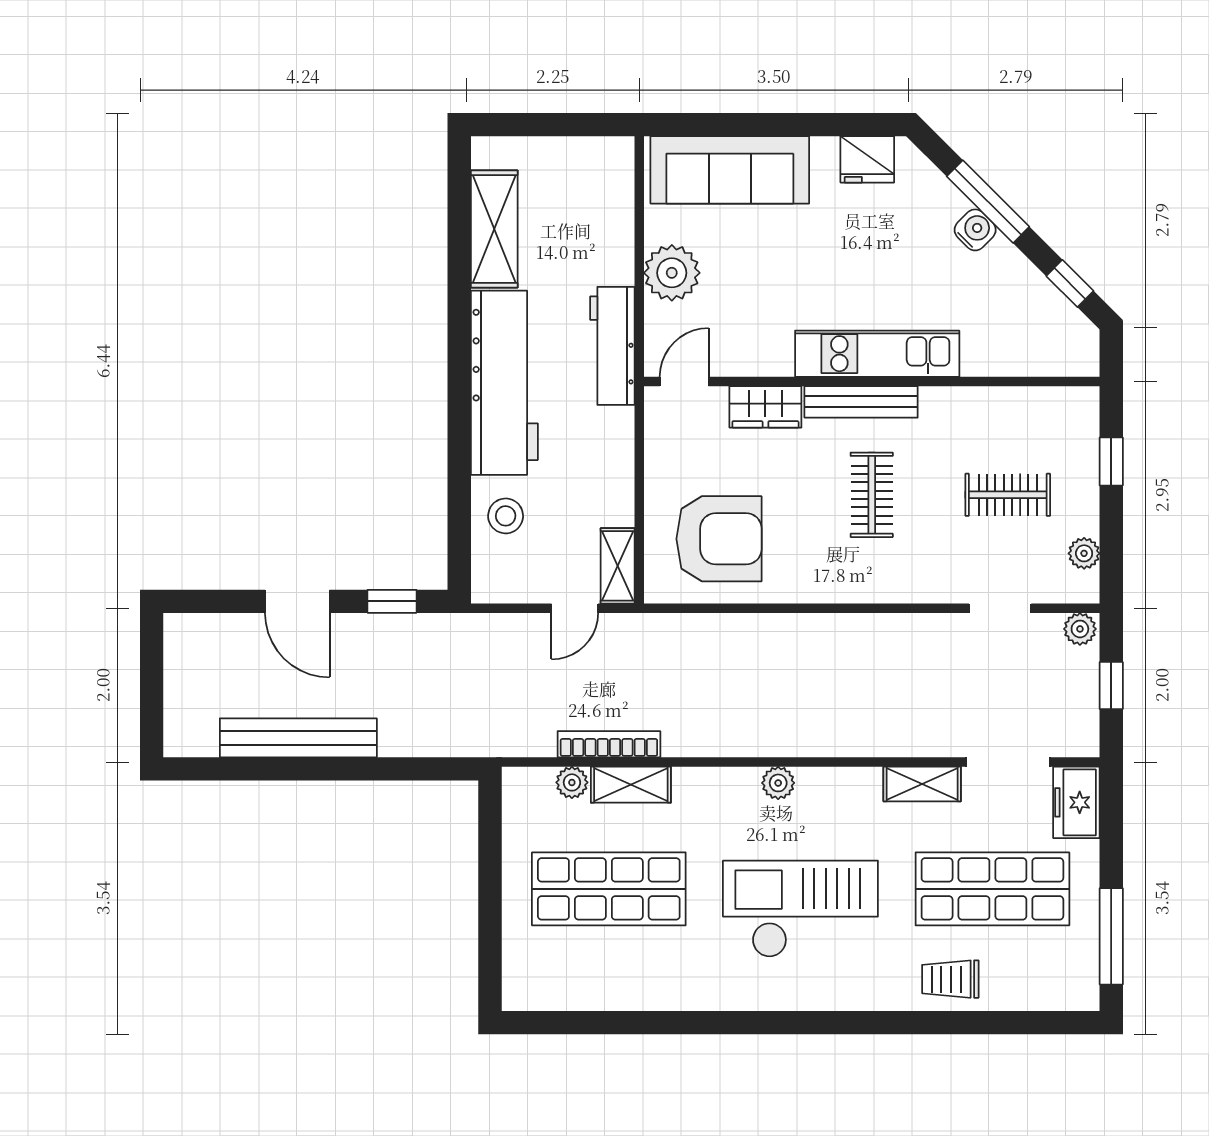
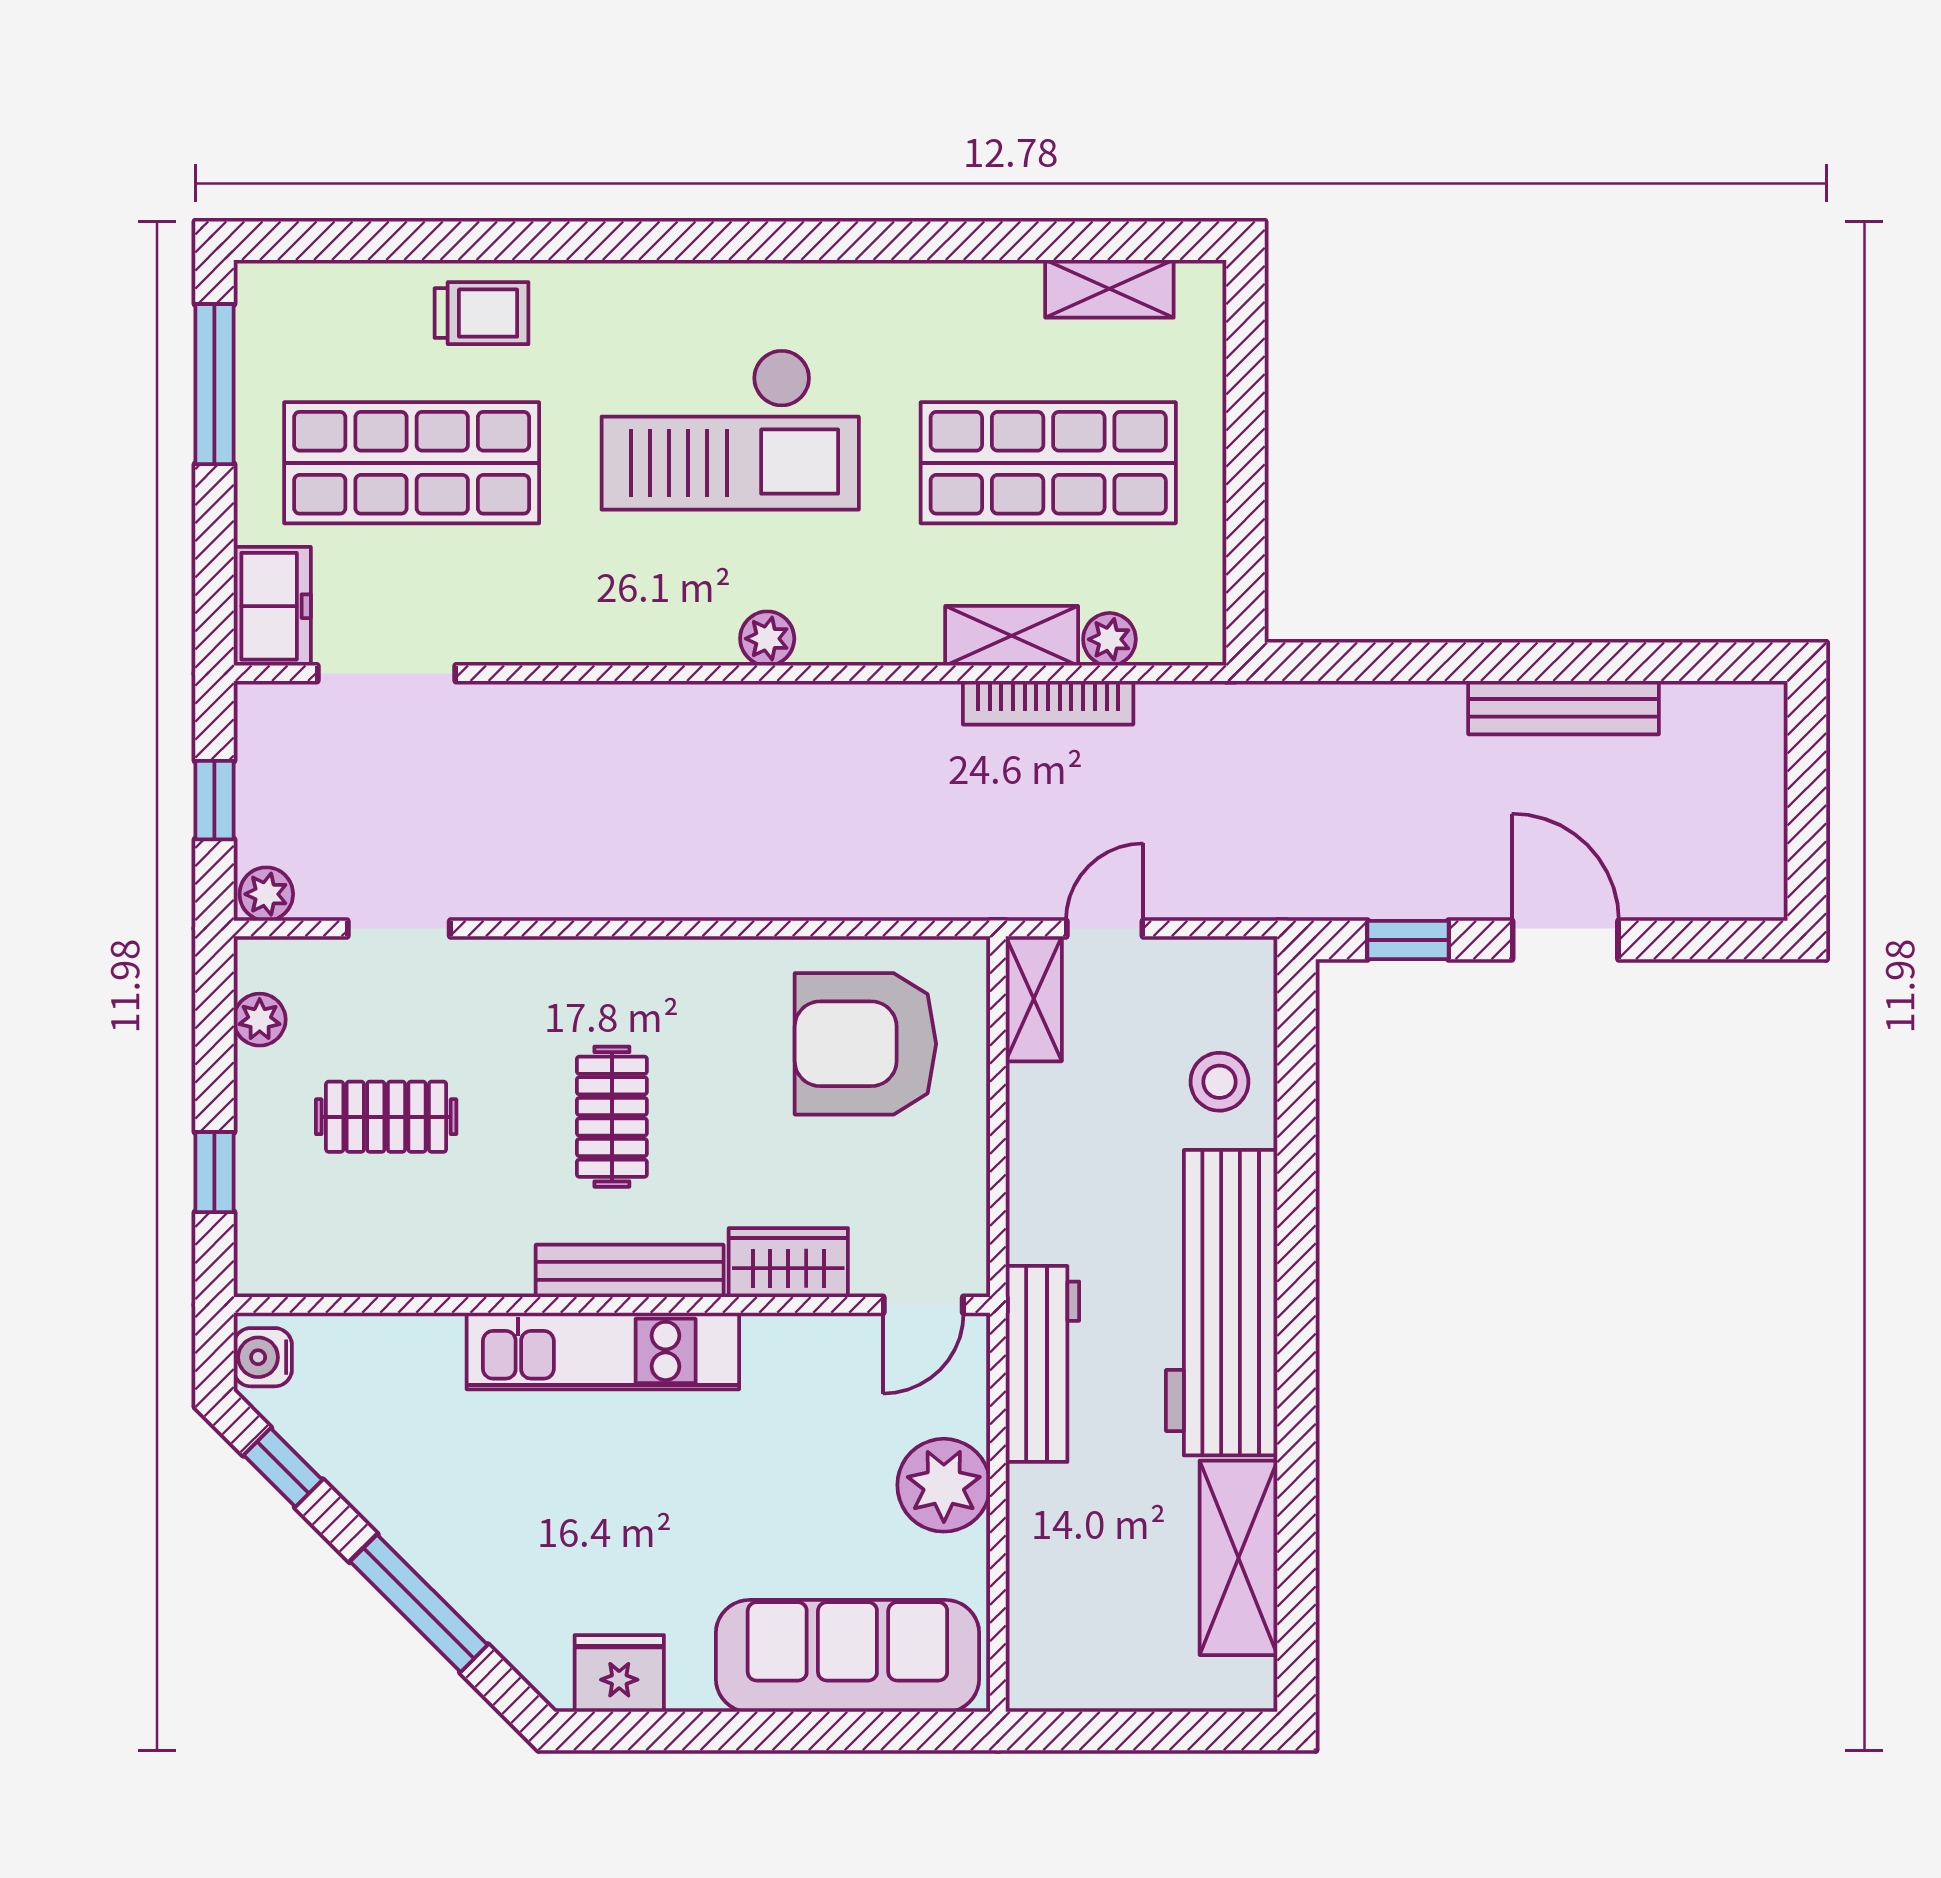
water cooler: (975, 230) -> (263, 1357), moved, turned 45
bench: (298, 738) -> (1564, 708), width x0.73, depth x0.82
shelving: (922, 784) -> (1109, 289), moved

